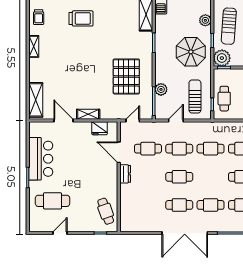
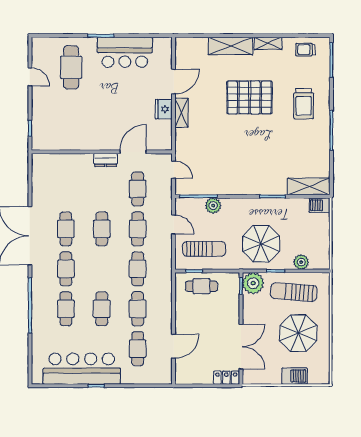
pallet: (126, 76) -> (249, 97), moved
shelving: (36, 100) -> (231, 46), moved
fridge: (100, 128) -> (164, 109), moved
cafe table: (106, 211) -> (58, 135), removed

